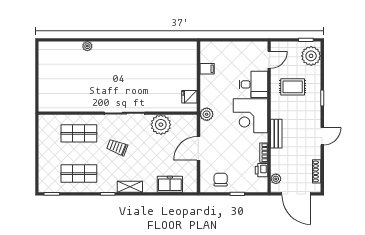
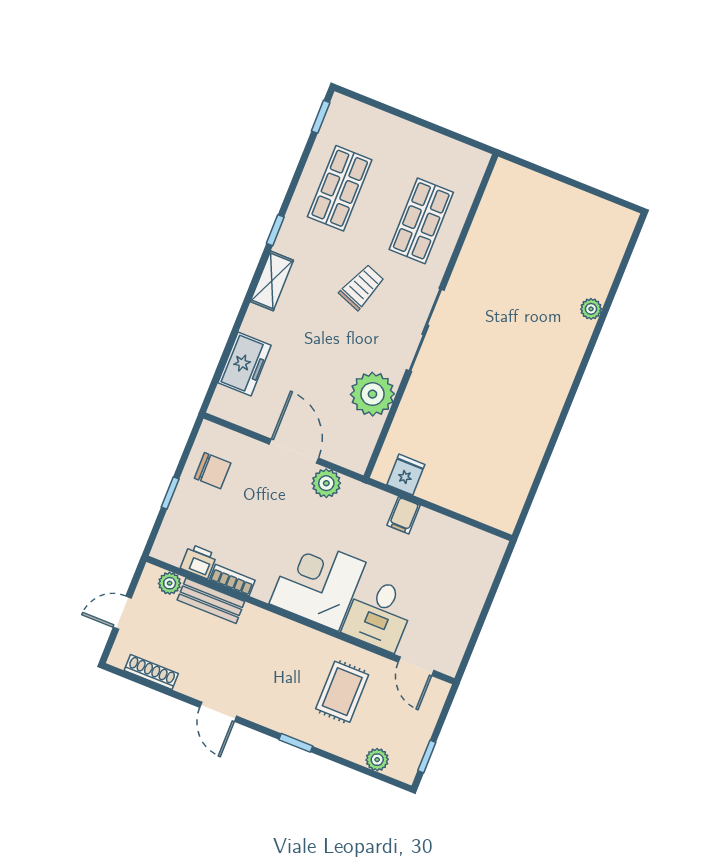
plant: (311, 56) -> (377, 760), width x0.53, depth x0.53
filing cabinet: (207, 69) -> (404, 515), moved
plant: (207, 114) -> (326, 483), moved
bench: (276, 134) -> (211, 601), moved
door: (296, 194) -> (122, 613), width x0.53

